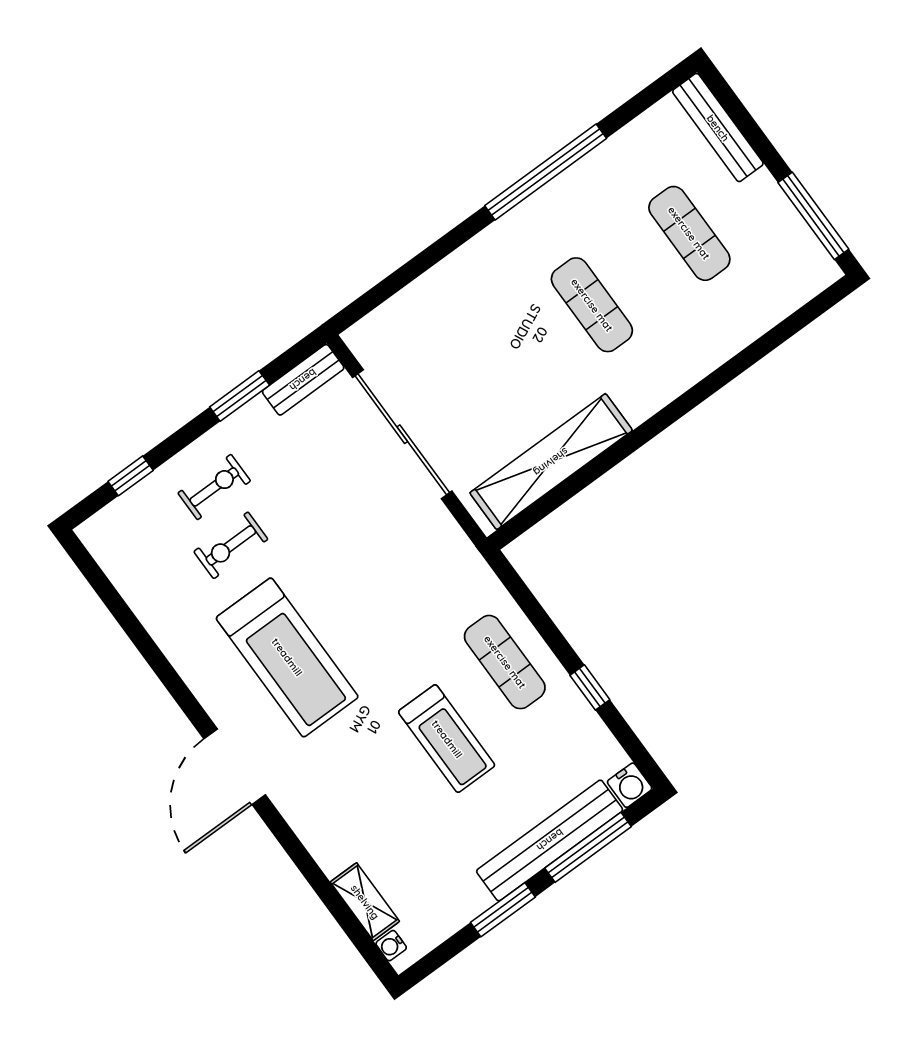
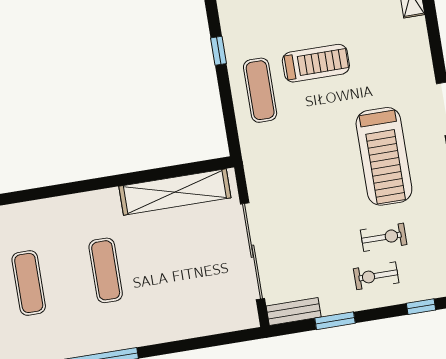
treadmill: (287, 657) -> (384, 156), turned 180
treadmill: (447, 739) -> (316, 63), turned 90

